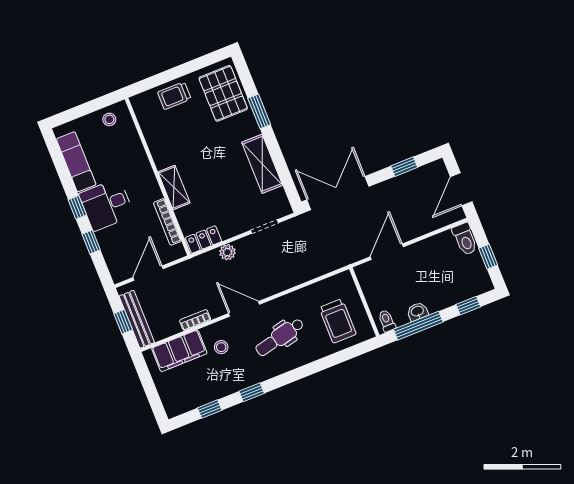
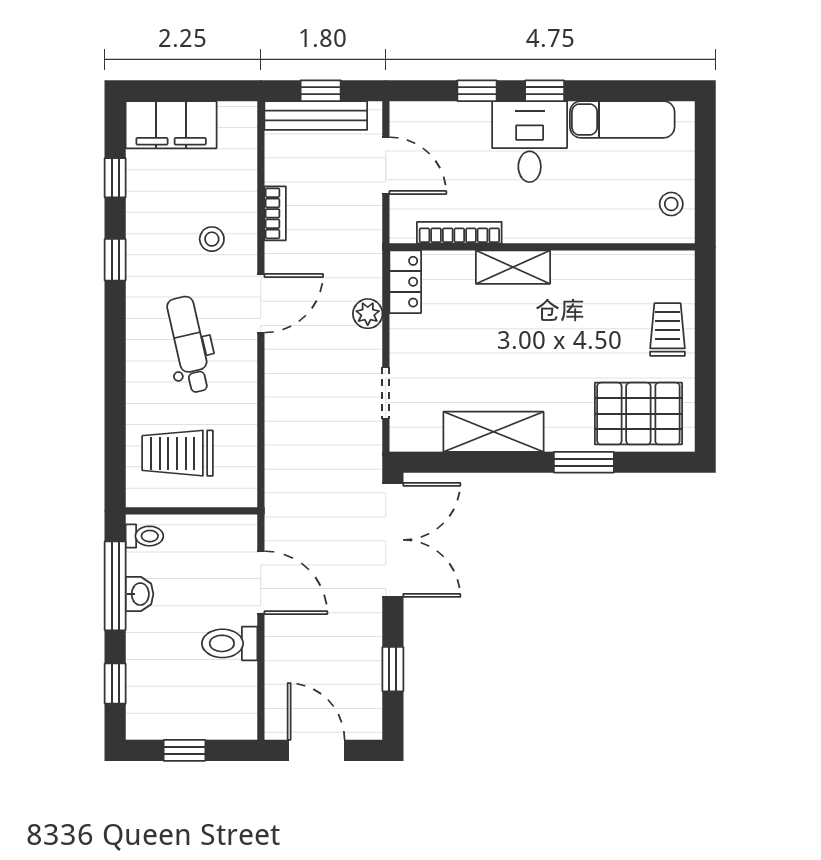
toilet: (465, 239) -> (230, 643), moved
filing cabinet: (179, 351) -> (171, 125), moved, turned -90

